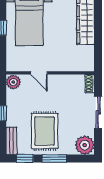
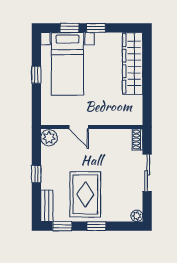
plant: (85, 145) -> (137, 216), width x0.53, depth x0.53
window: (54, 158) -> (96, 226), width x0.67

